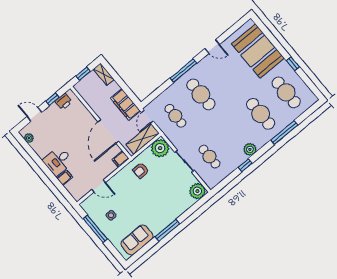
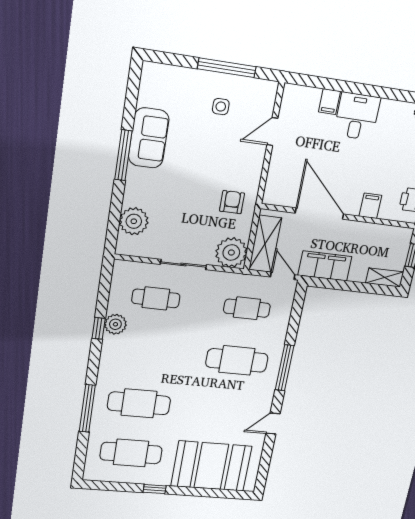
plant: (250, 149) -> (115, 324), moved
filing cabinet: (120, 159) -> (370, 206), moved
plant: (197, 191) -> (134, 221), moved
sofa: (137, 240) -> (149, 138), moved

